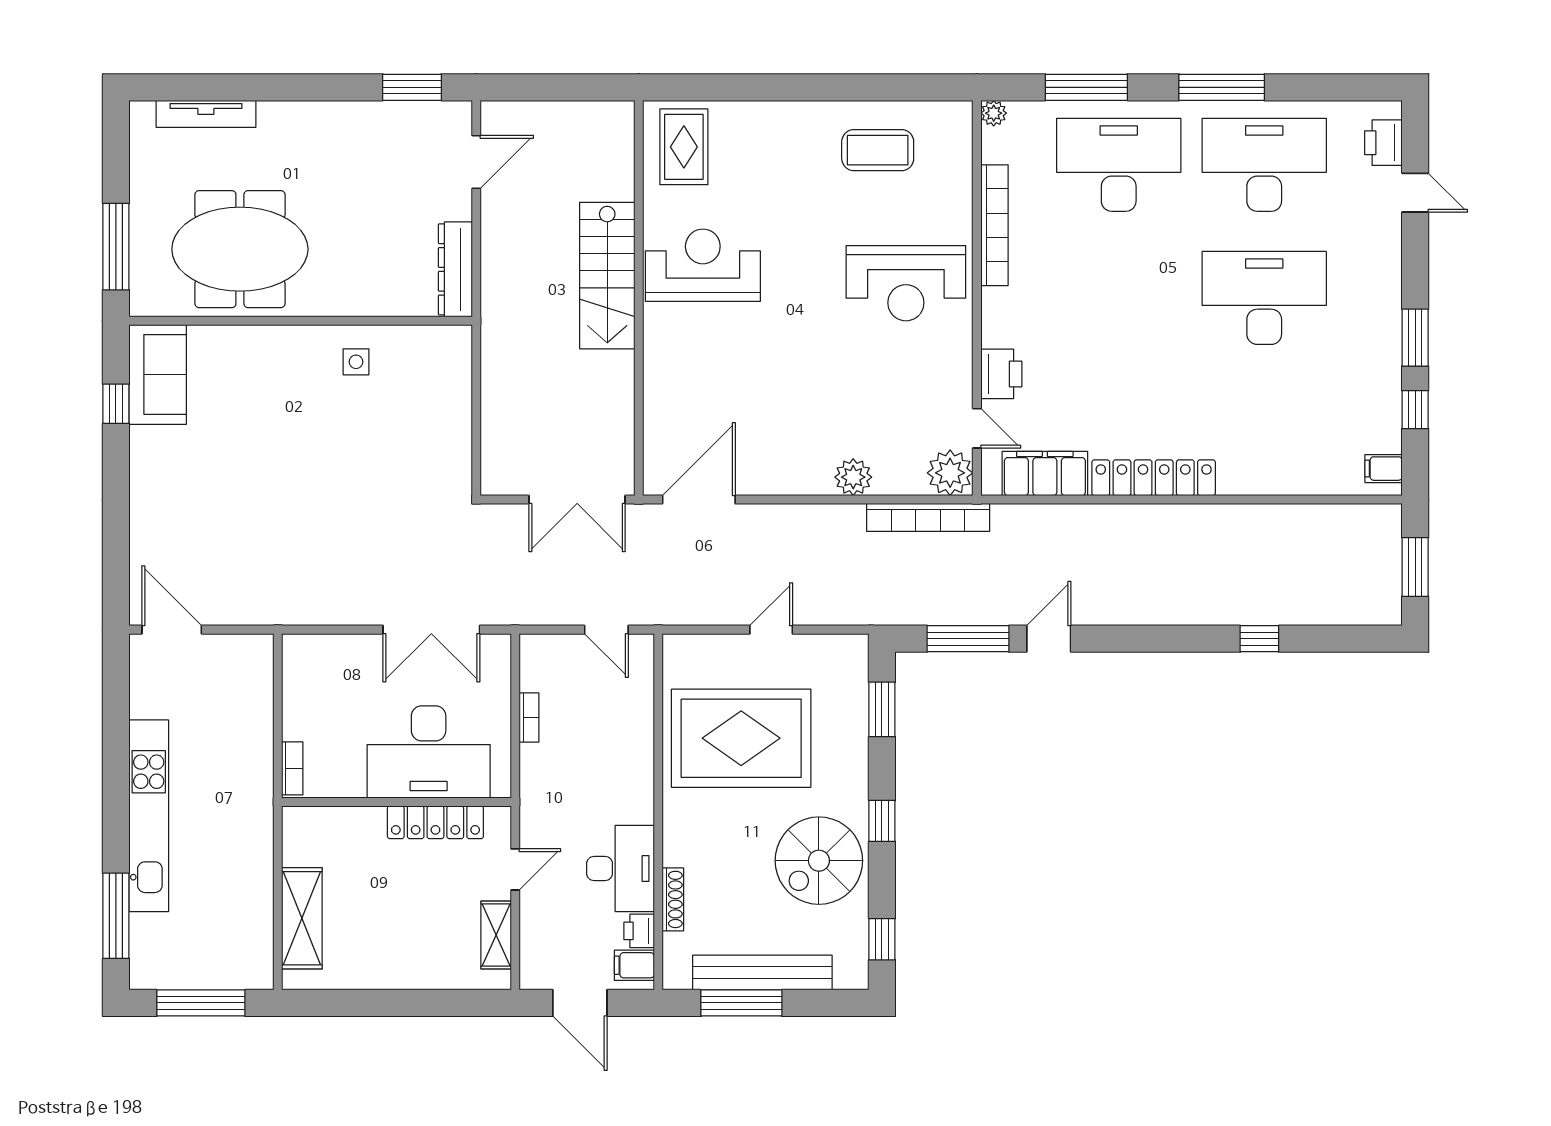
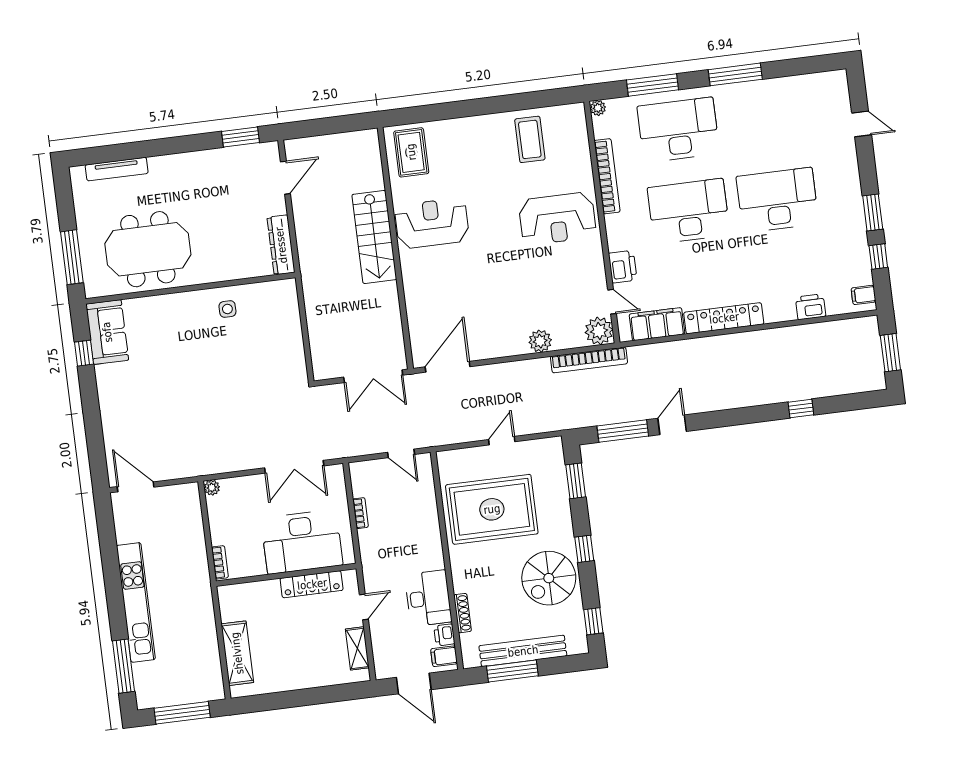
printer: (1383, 143) -> (811, 307), moved, turned 90
coffee table: (878, 150) -> (530, 139), turned 90
desk: (1264, 165) -> (689, 211), moved
plant: (294, 646) -> (212, 488), added

